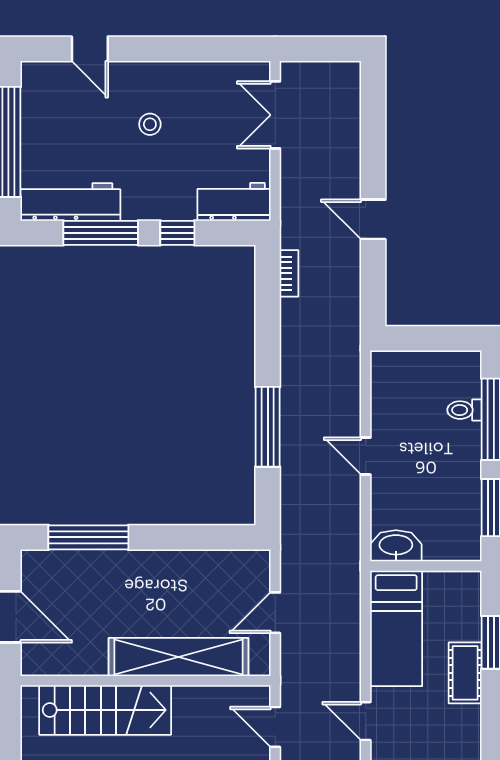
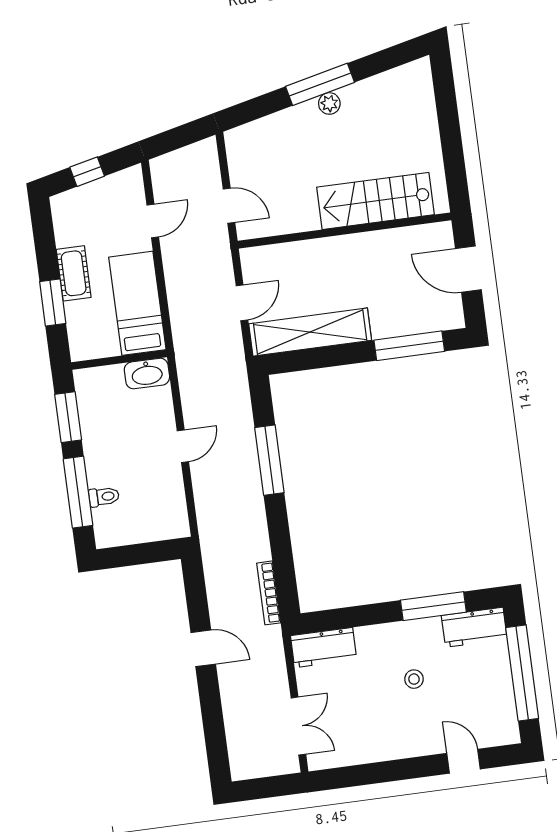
stool: (150, 124) -> (414, 679), moved
workbench: (70, 202) -> (474, 627), width x0.73
window: (177, 233) -> (368, 615), removed
bookcase: (289, 273) -> (269, 593), width x1.56
door: (366, 456) -> (183, 446), hinge flipped
shelving: (178, 657) -> (310, 332), moved
door: (366, 721) -> (153, 221), hinge flipped

